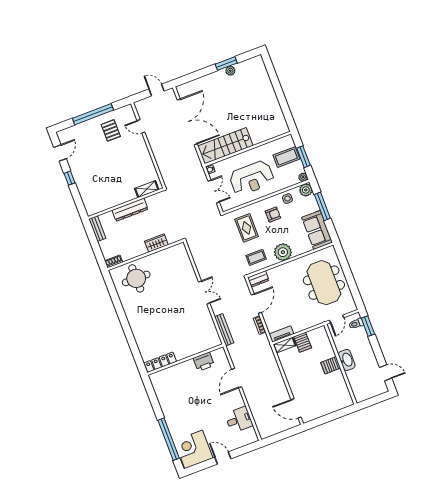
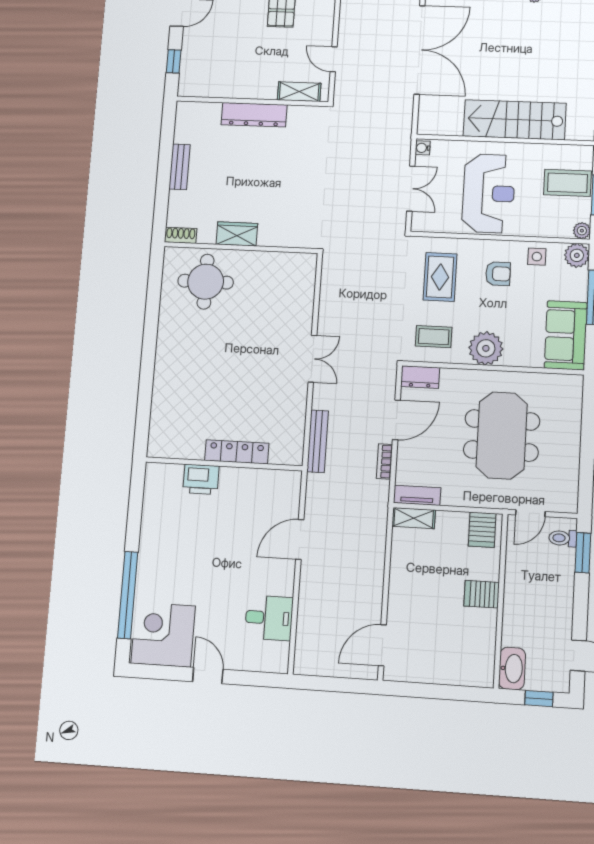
door: (141, 126) -> (334, 59), moved
stairs: (225, 146) -> (515, 120), moved
reception desk: (252, 178) -> (489, 193), turned -90
shelving: (147, 189) -> (299, 92), moved
wall: (126, 204) -> (252, 101), moved
dresser: (130, 210) -> (254, 115), moved
wardrobe: (156, 243) -> (237, 234), moved
meeting table: (324, 283) -> (502, 435), moved
server rack: (303, 342) -> (482, 530), moved
washbasin: (347, 360) -> (512, 668), moved
locker: (160, 362) -> (237, 452), moved
printer: (204, 362) -> (201, 479), moved
window: (376, 400) -> (539, 699), added
door: (296, 408) -> (382, 645), hinge flipped

